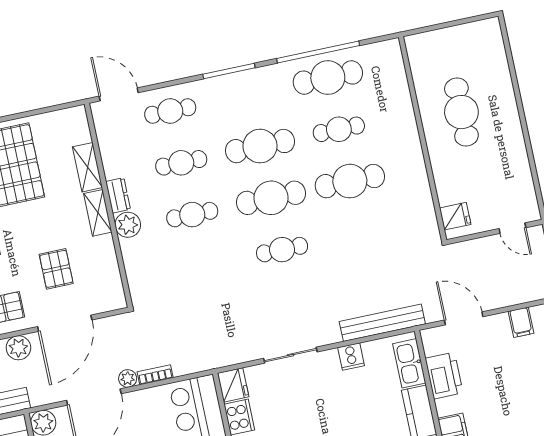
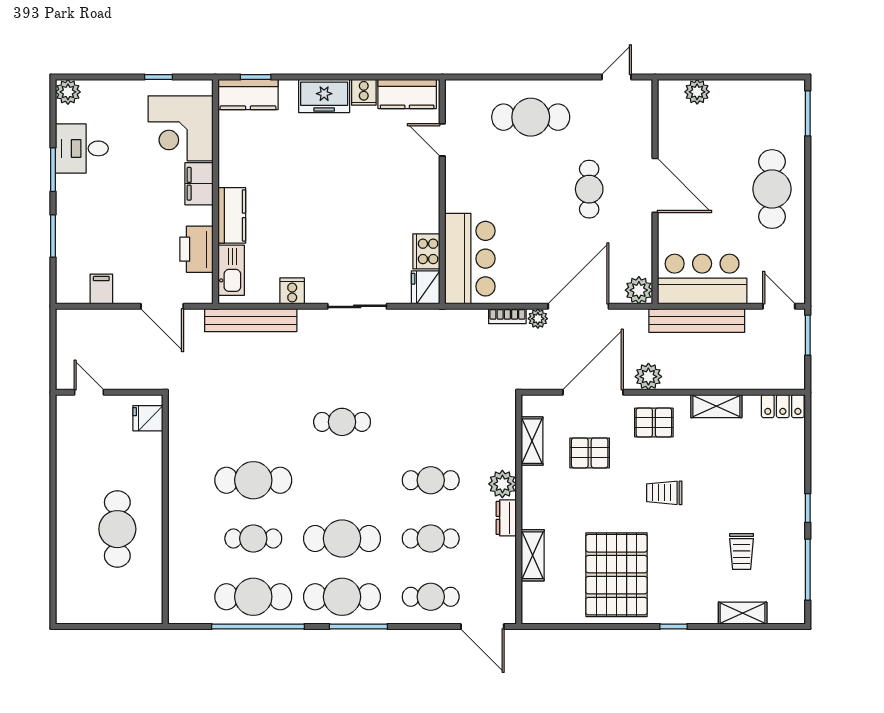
cafe table: (271, 198) -> (342, 597), moved
shelving: (98, 213) -> (532, 441), moved
pallet: (56, 269) -> (590, 453), turned 90

